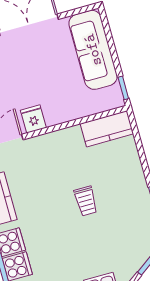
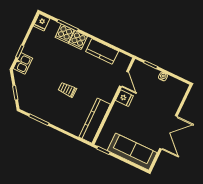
kitchen counter: (107, 129) -> (95, 121), width x1.50

